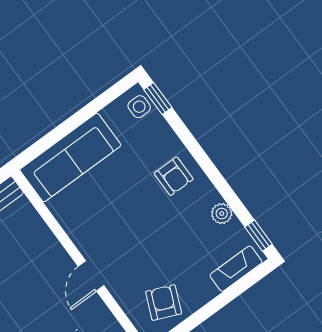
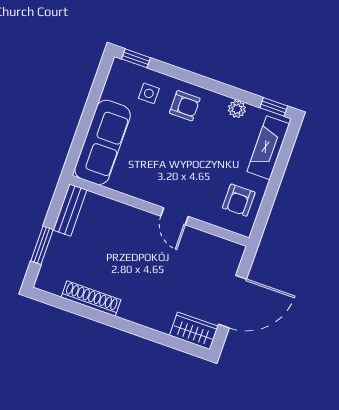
side table: (139, 107) -> (149, 93), moved
fireplace: (236, 269) -> (268, 148), width x1.37, depth x1.32
armchair: (164, 303) -> (239, 200), turned -113

